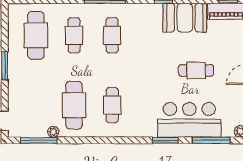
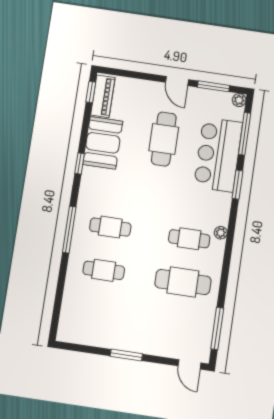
cafe table: (36, 35) -> (97, 314), removed
cafe table: (196, 70) -> (164, 139), width x1.37, depth x1.35
plant: (53, 132) -> (221, 233), moved

